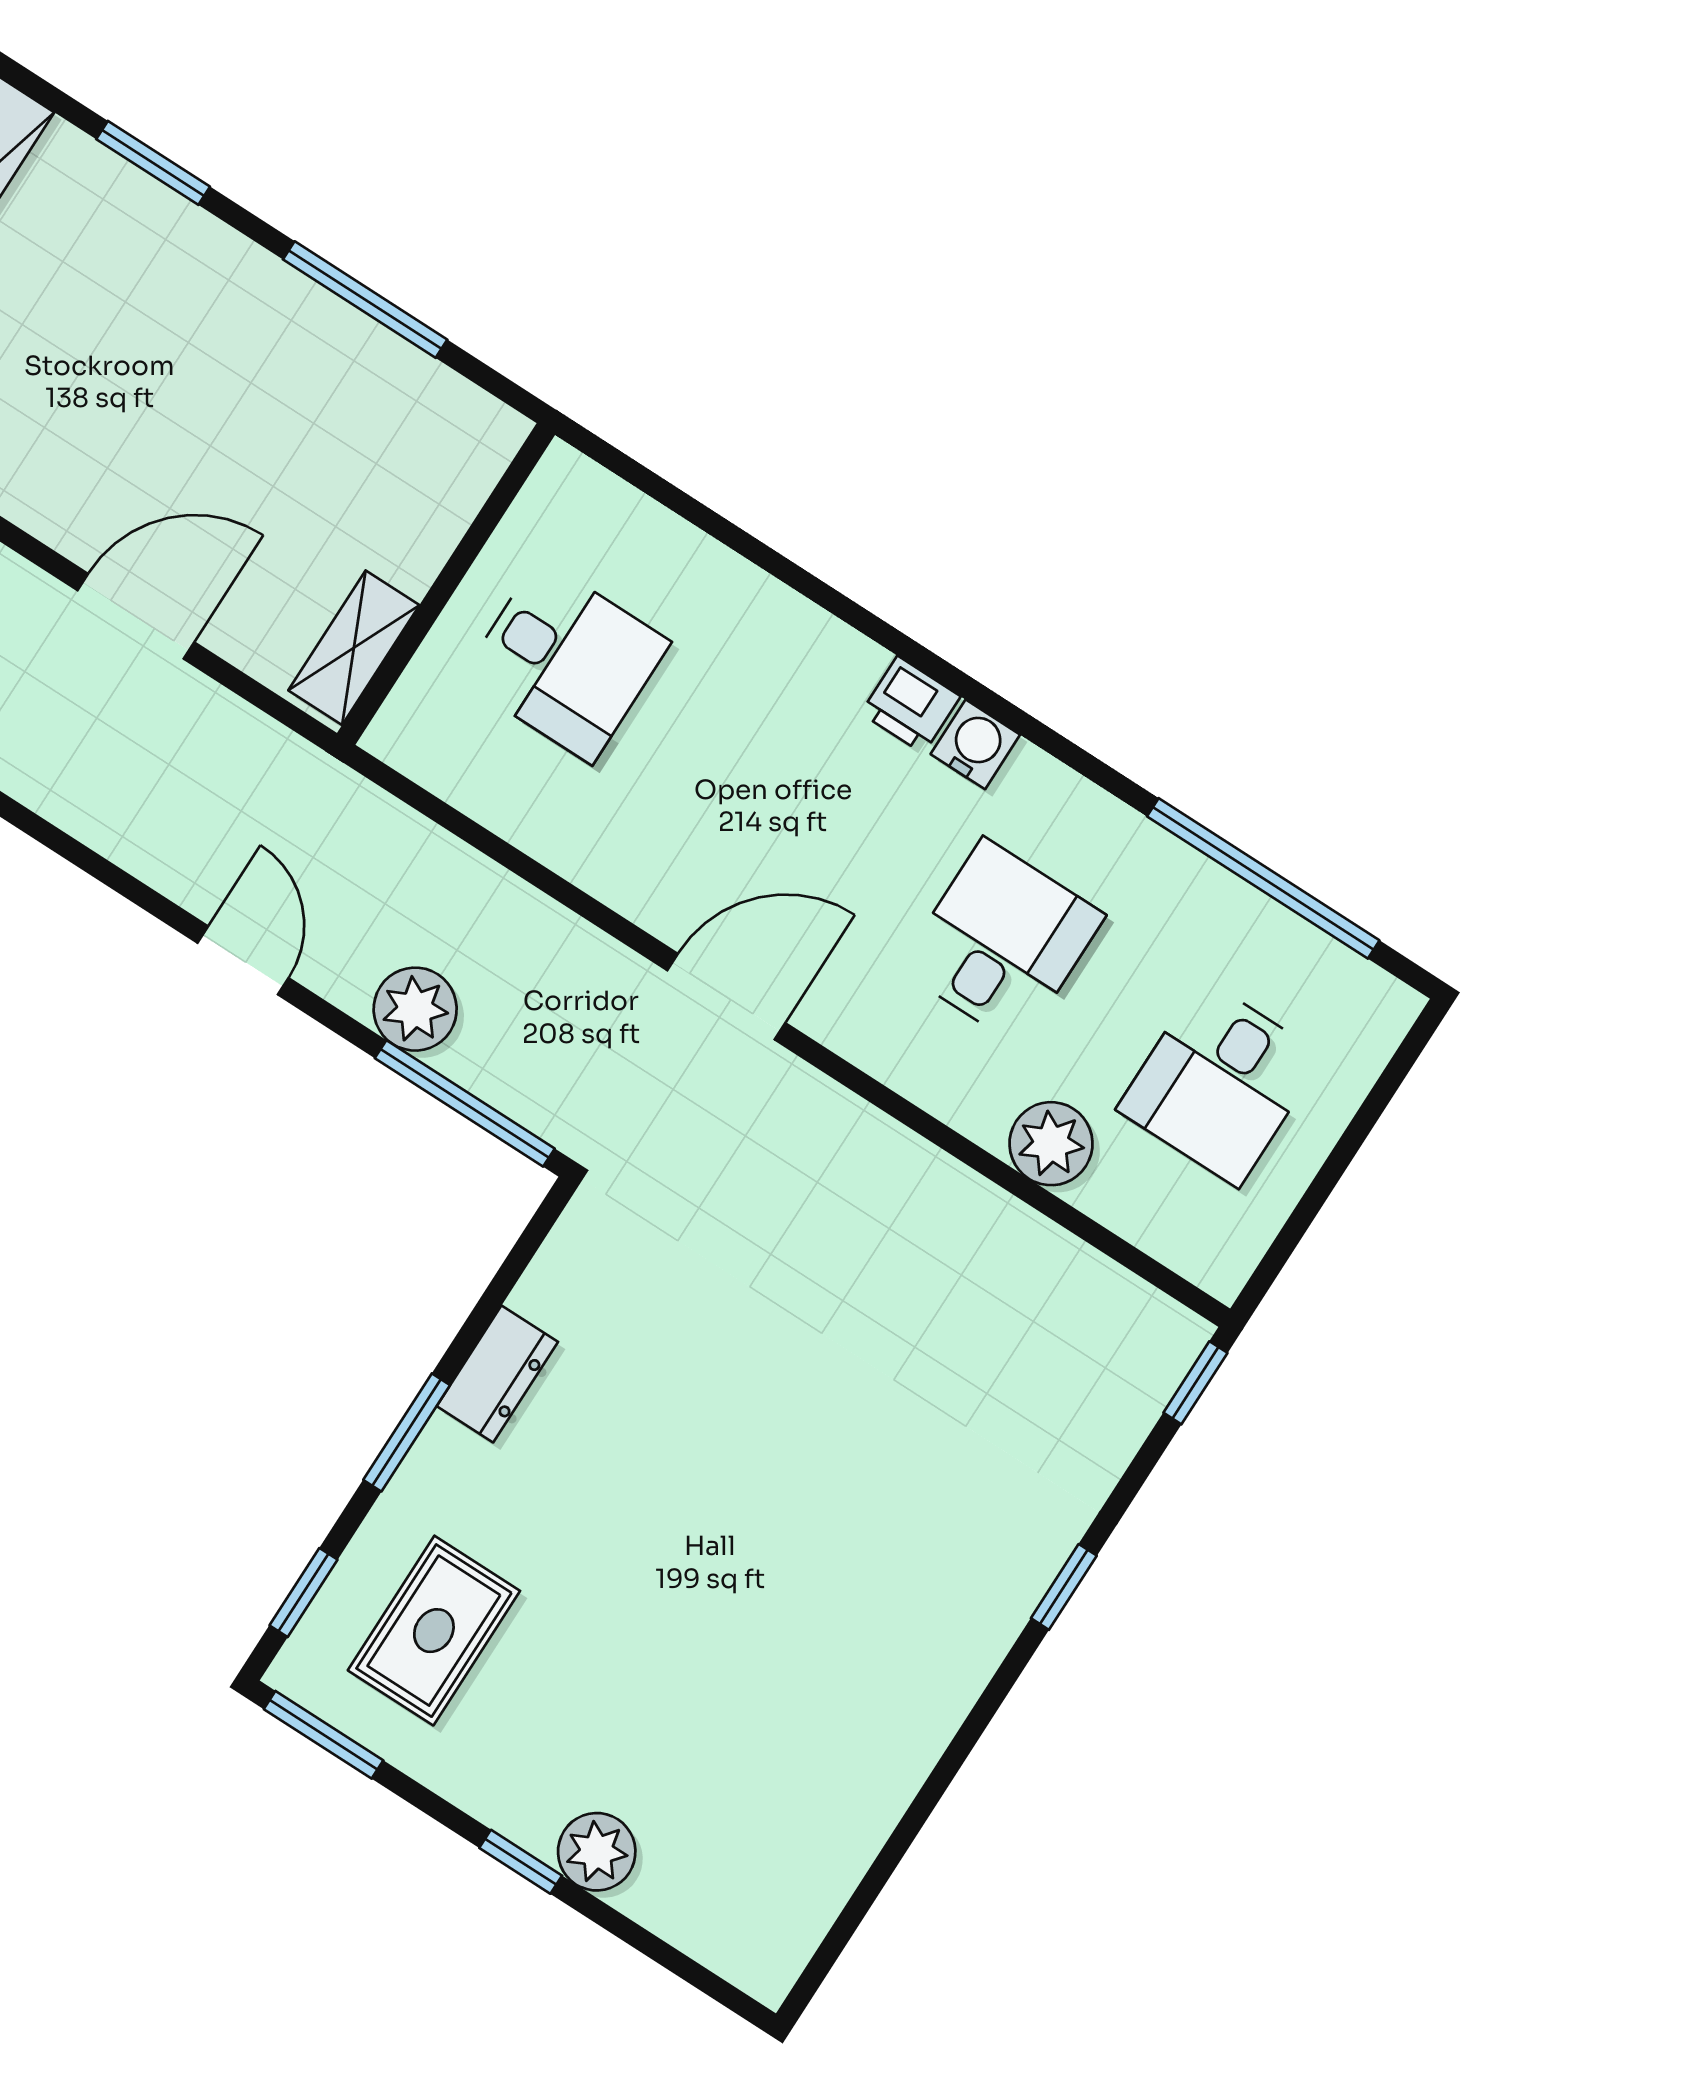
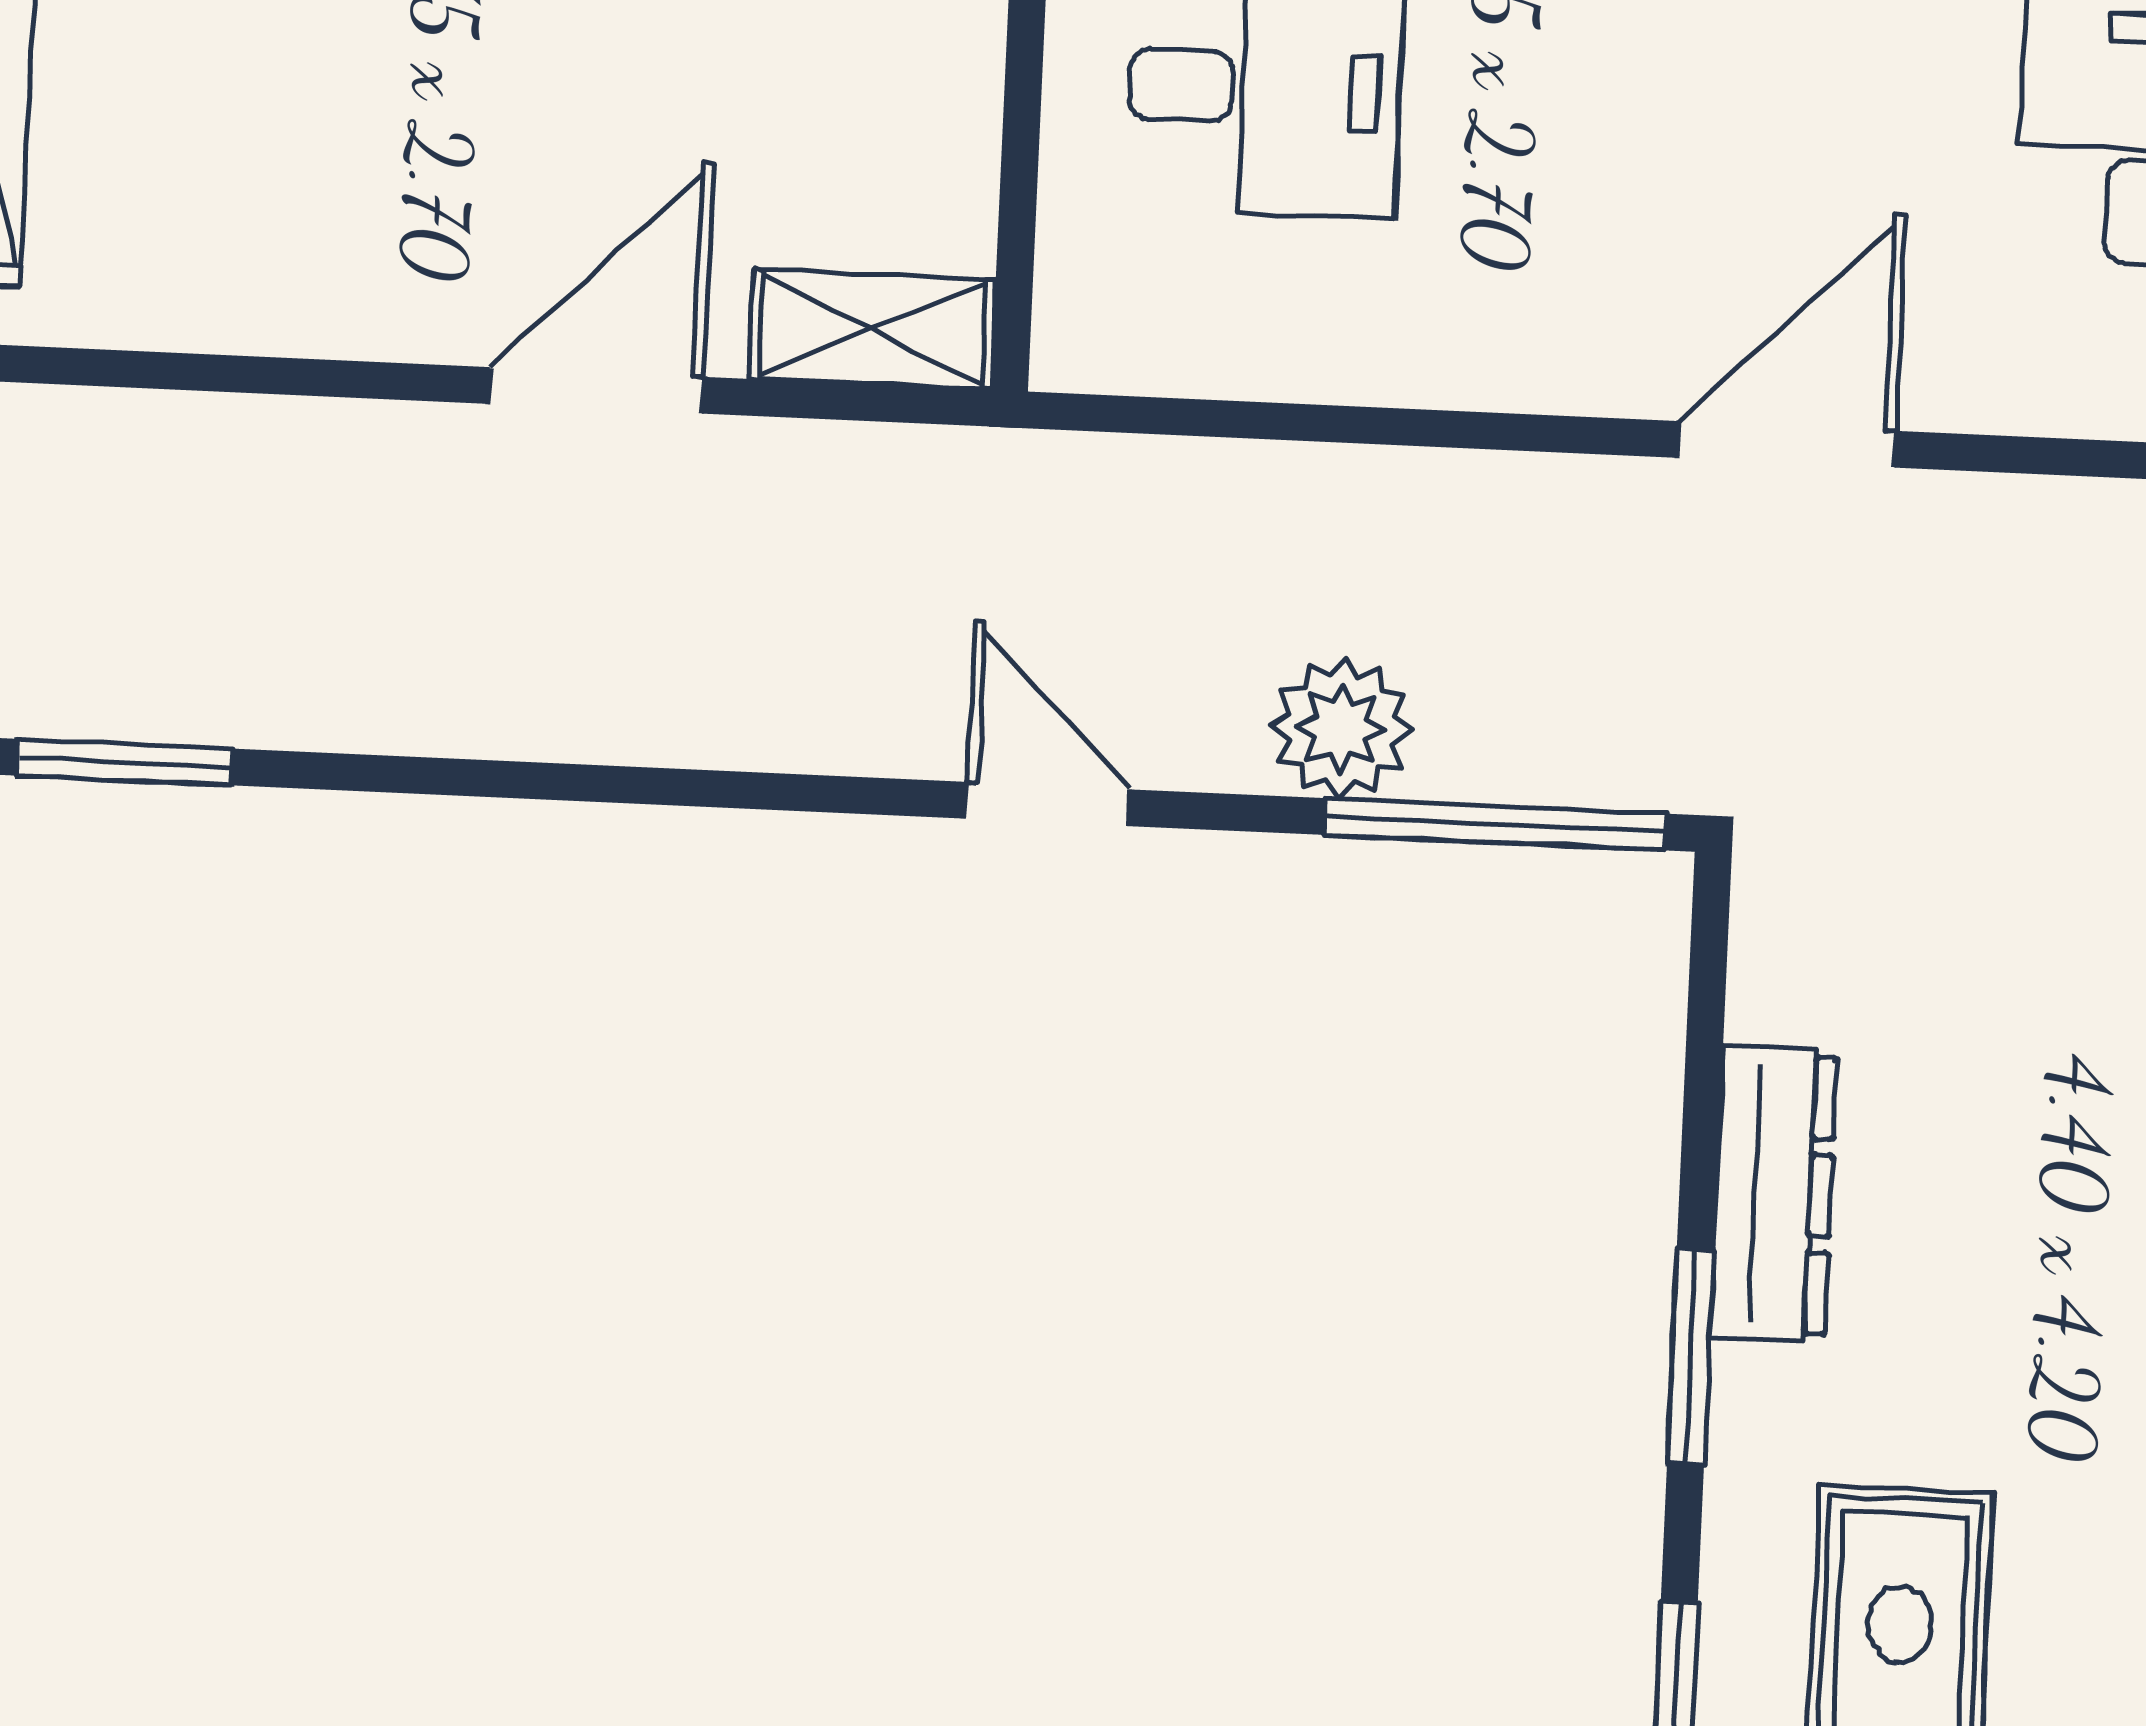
shelving: (354, 648) -> (872, 330), moved, turned 90
dresser: (497, 1374) -> (1774, 1194), width x1.44

